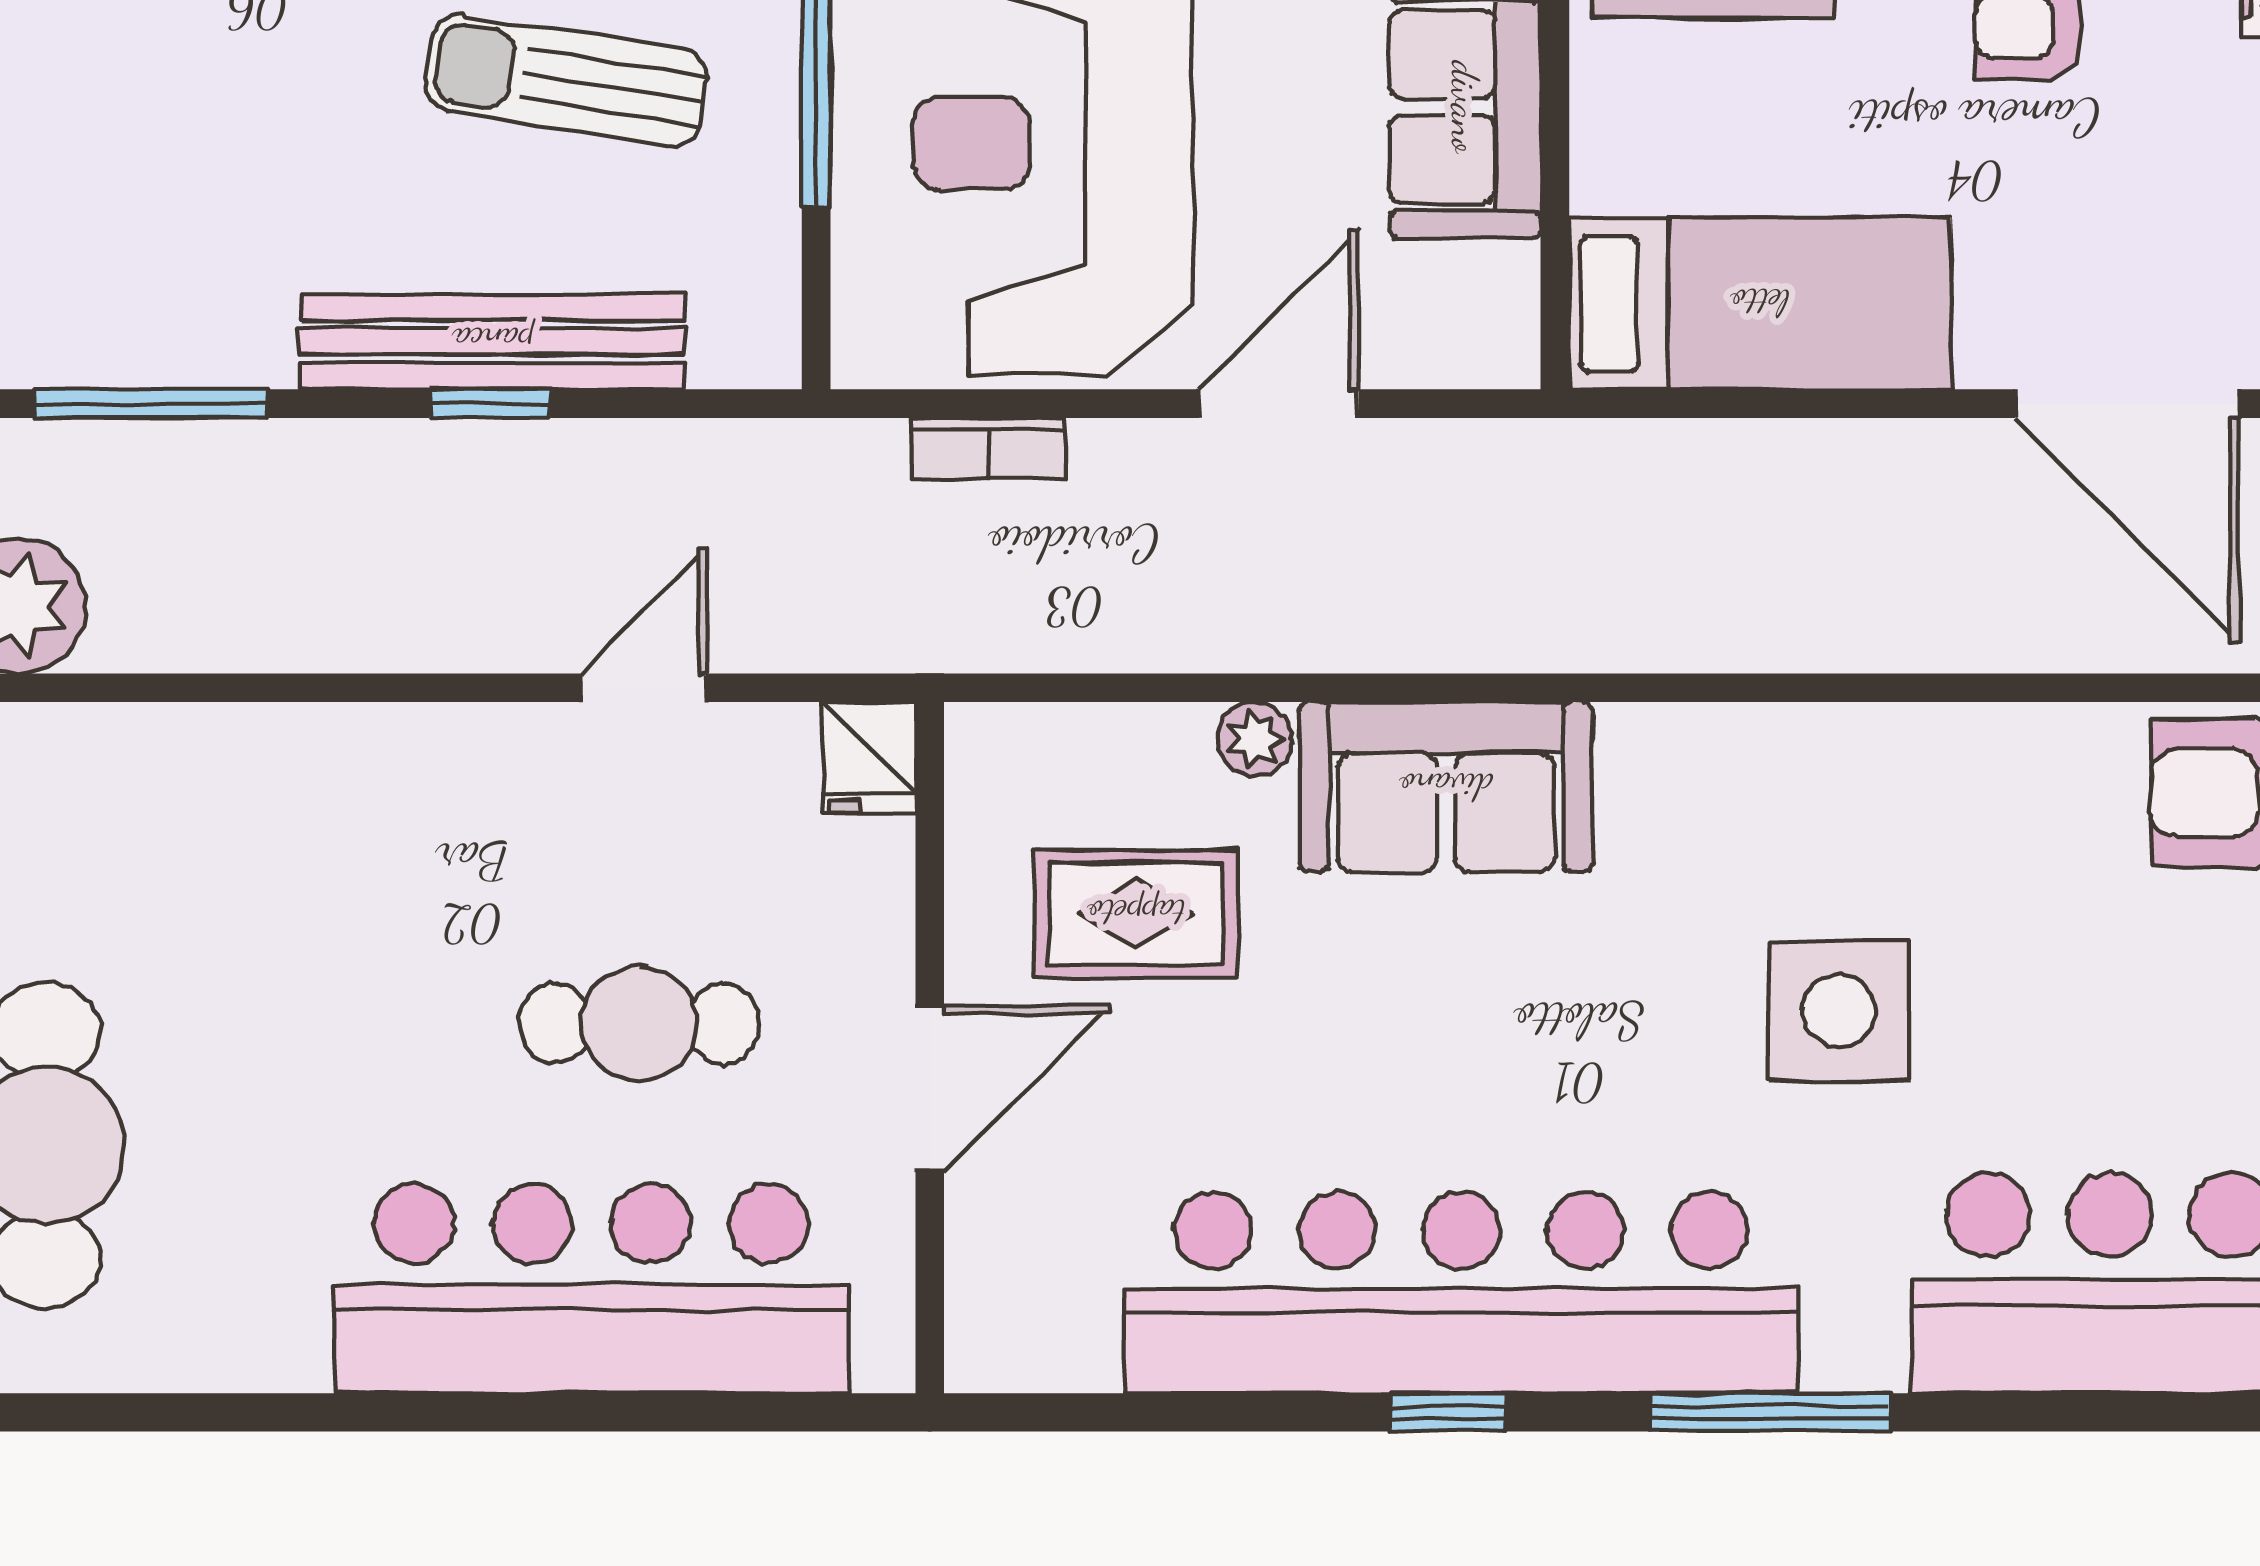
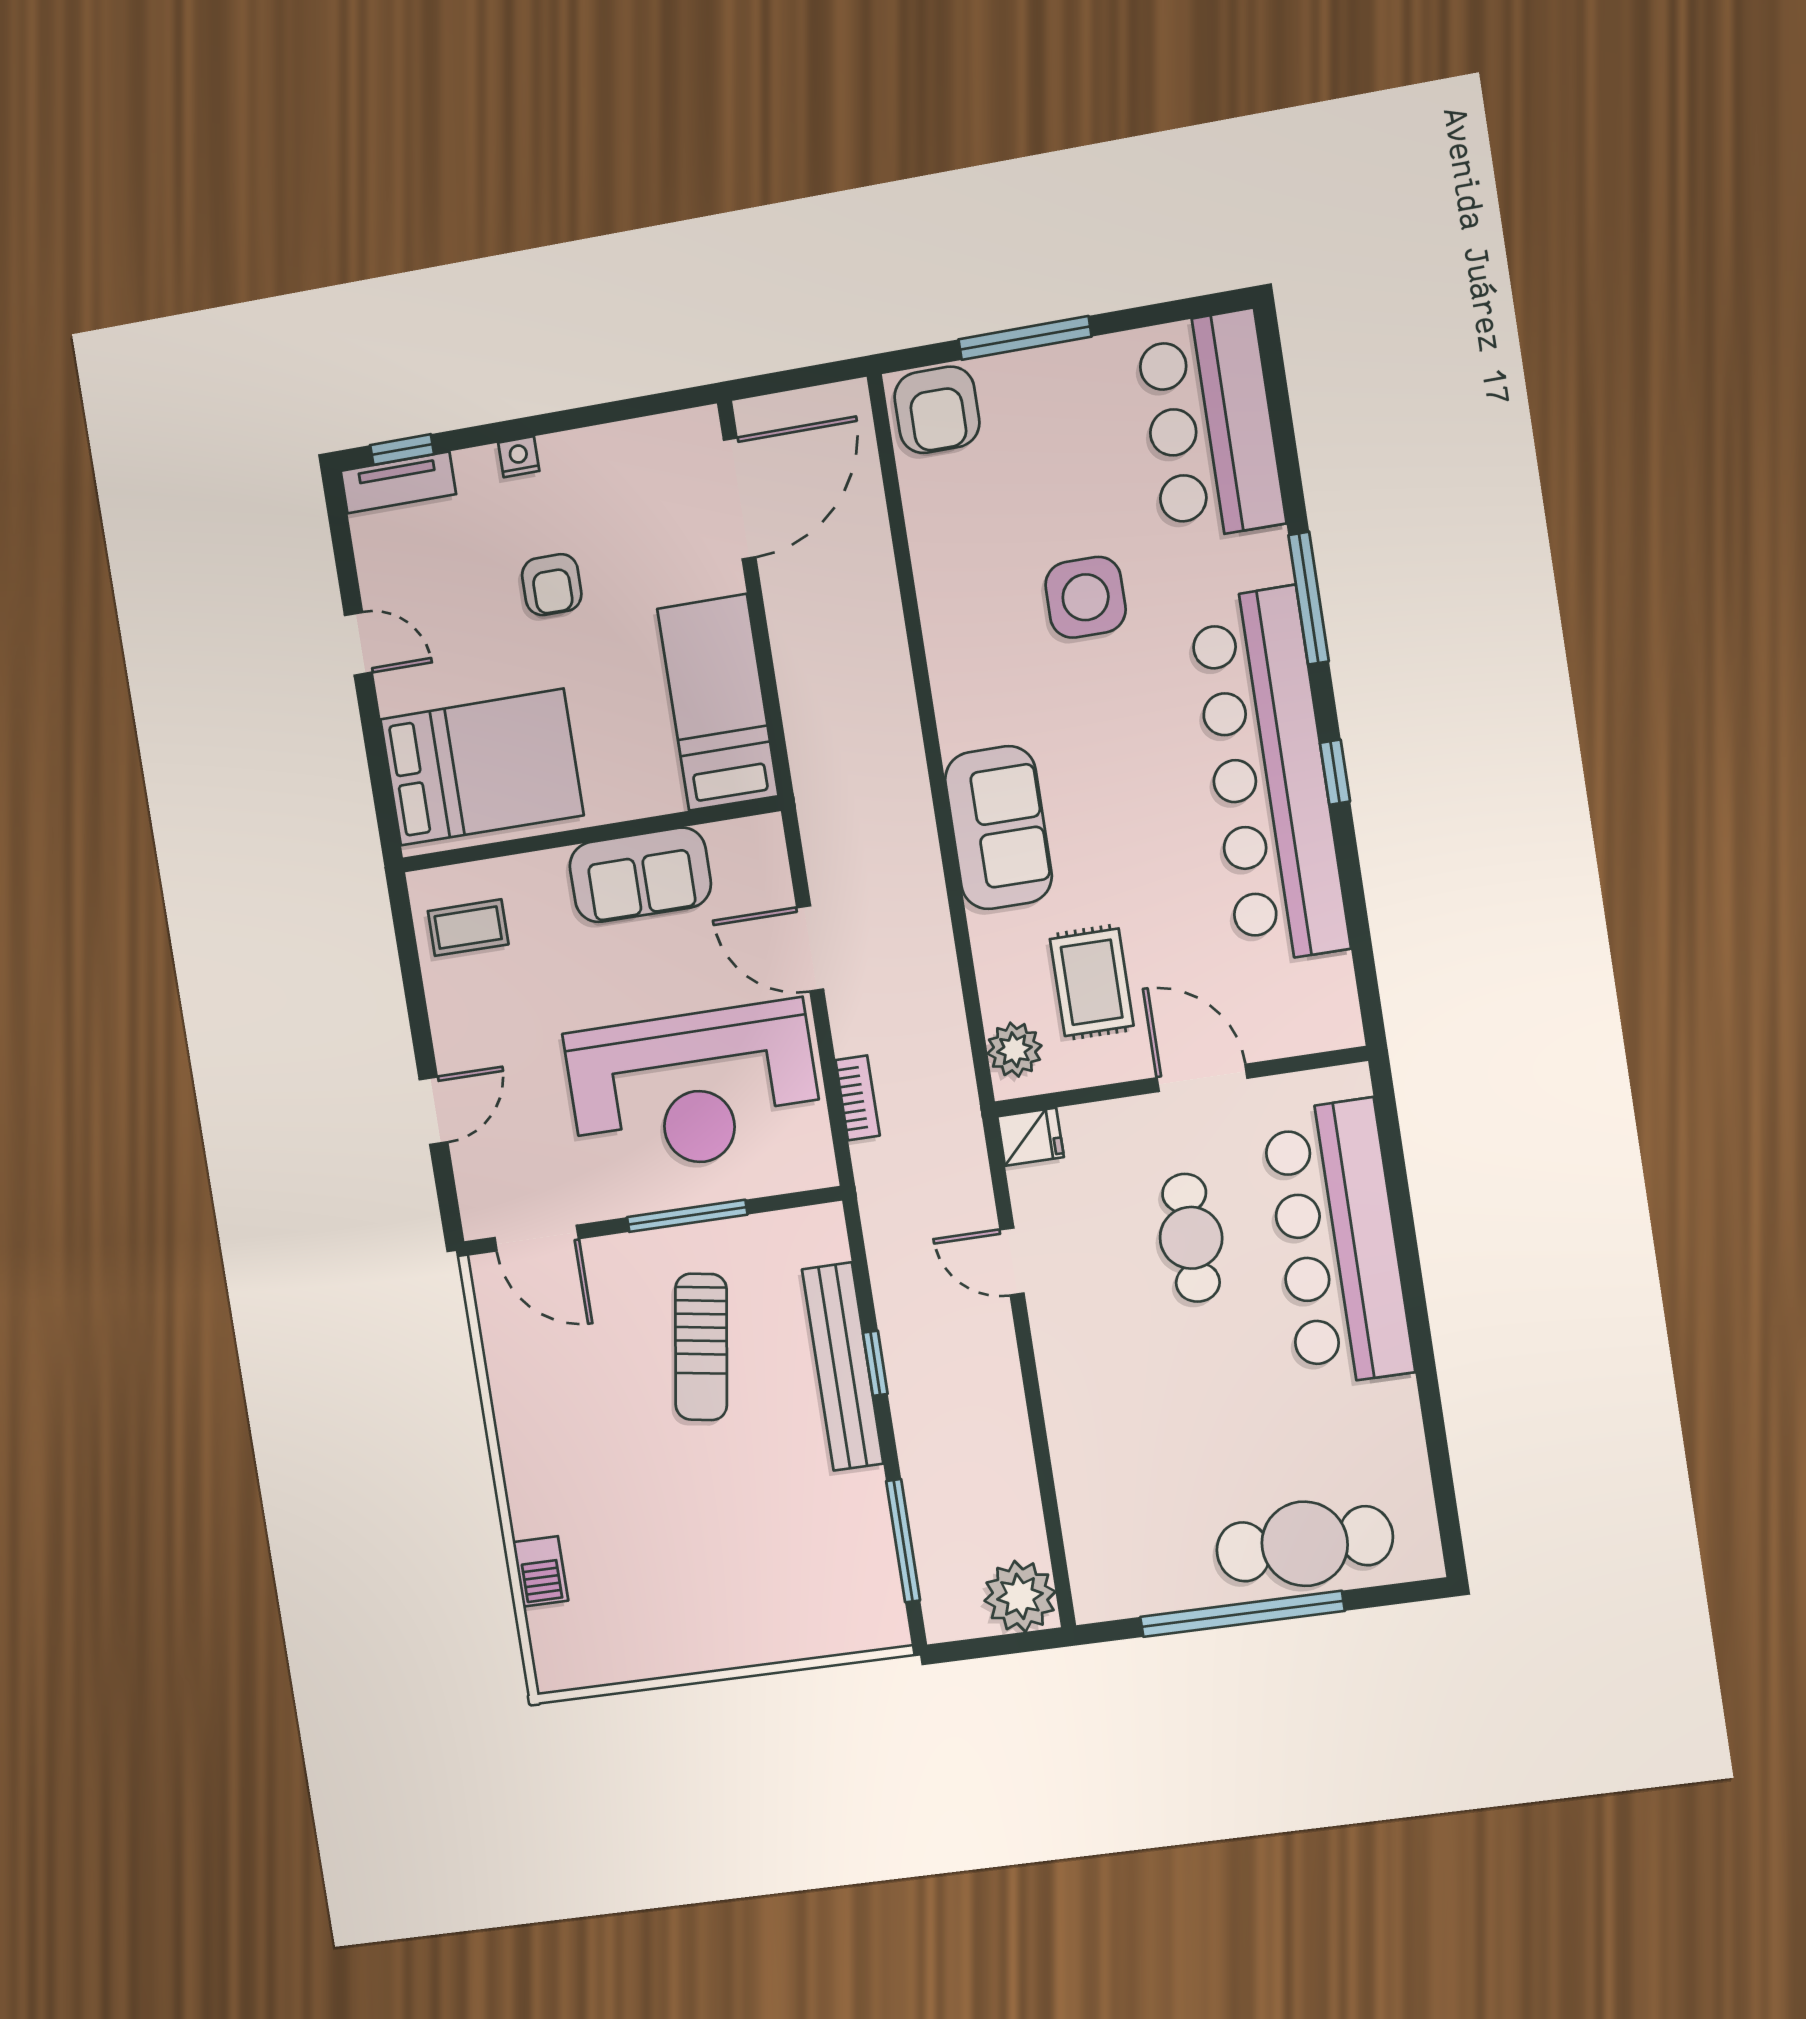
plant: (1255, 739) -> (1014, 1050), moved, width x1.38, depth x1.38

